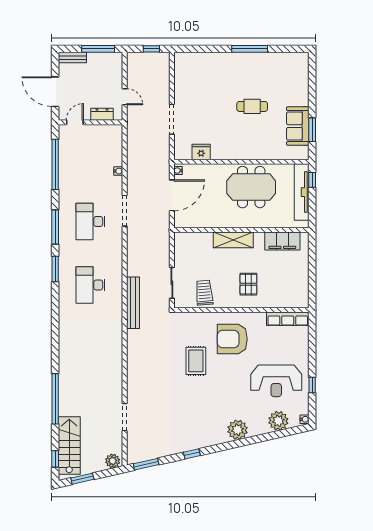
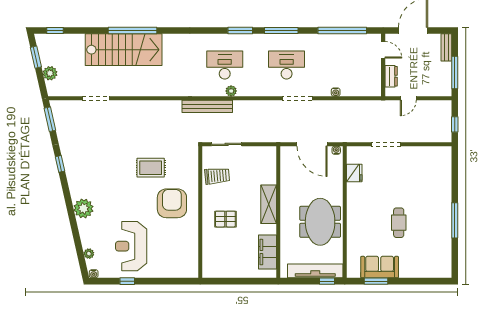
plant: (117, 278) -> (231, 91), added
row of seats: (288, 319) -> (192, 257), removed
window: (55, 399) -> (133, 30), moved
plant: (278, 421) -> (89, 254), width x0.53, depth x0.53
stairs: (69, 446) -> (124, 50), moved, width x1.36, depth x1.51
plant: (113, 461) -> (50, 73), moved

